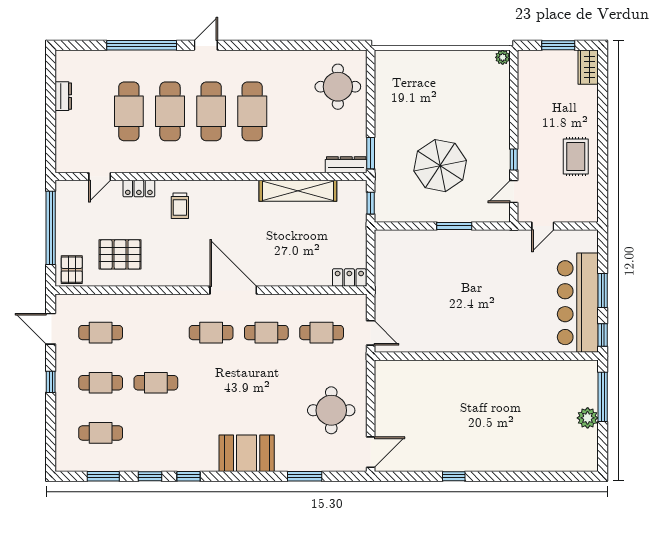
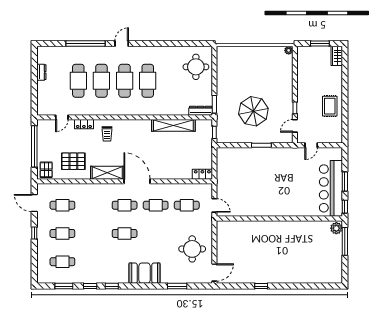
shelving: (180, 275) -> (107, 173), added
cafe table: (156, 383) -> (125, 233), moved
plant: (588, 418) -> (336, 228), moved

